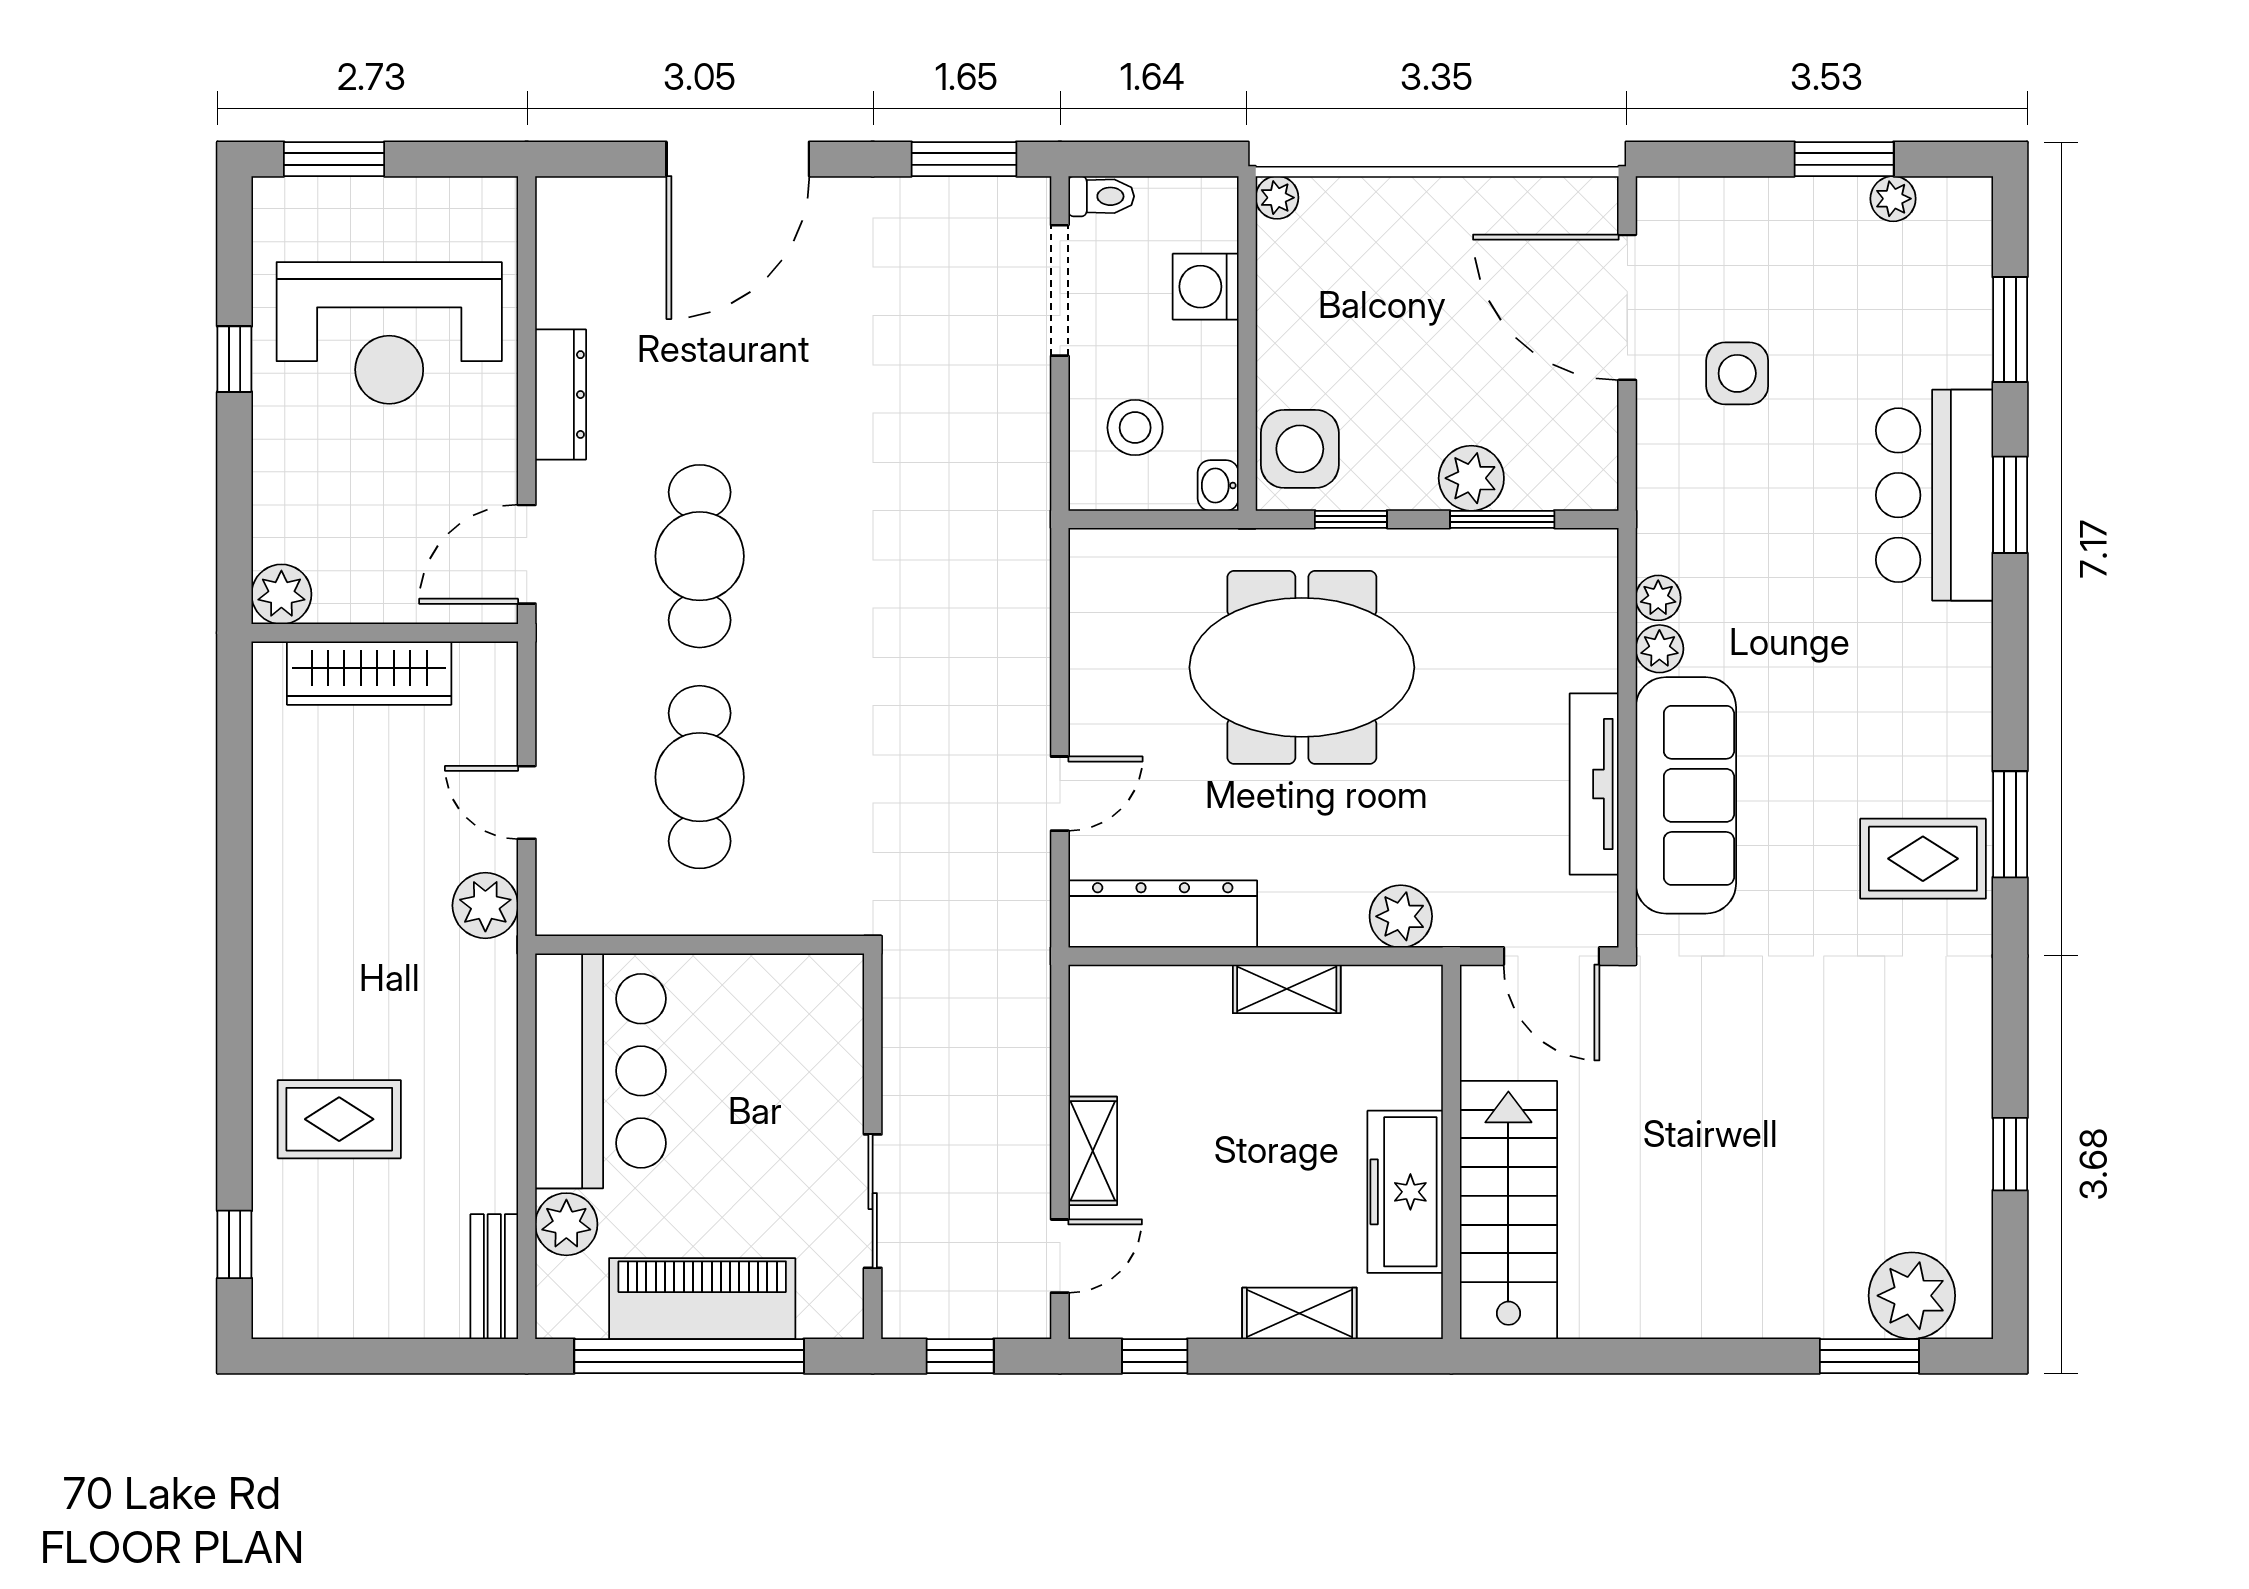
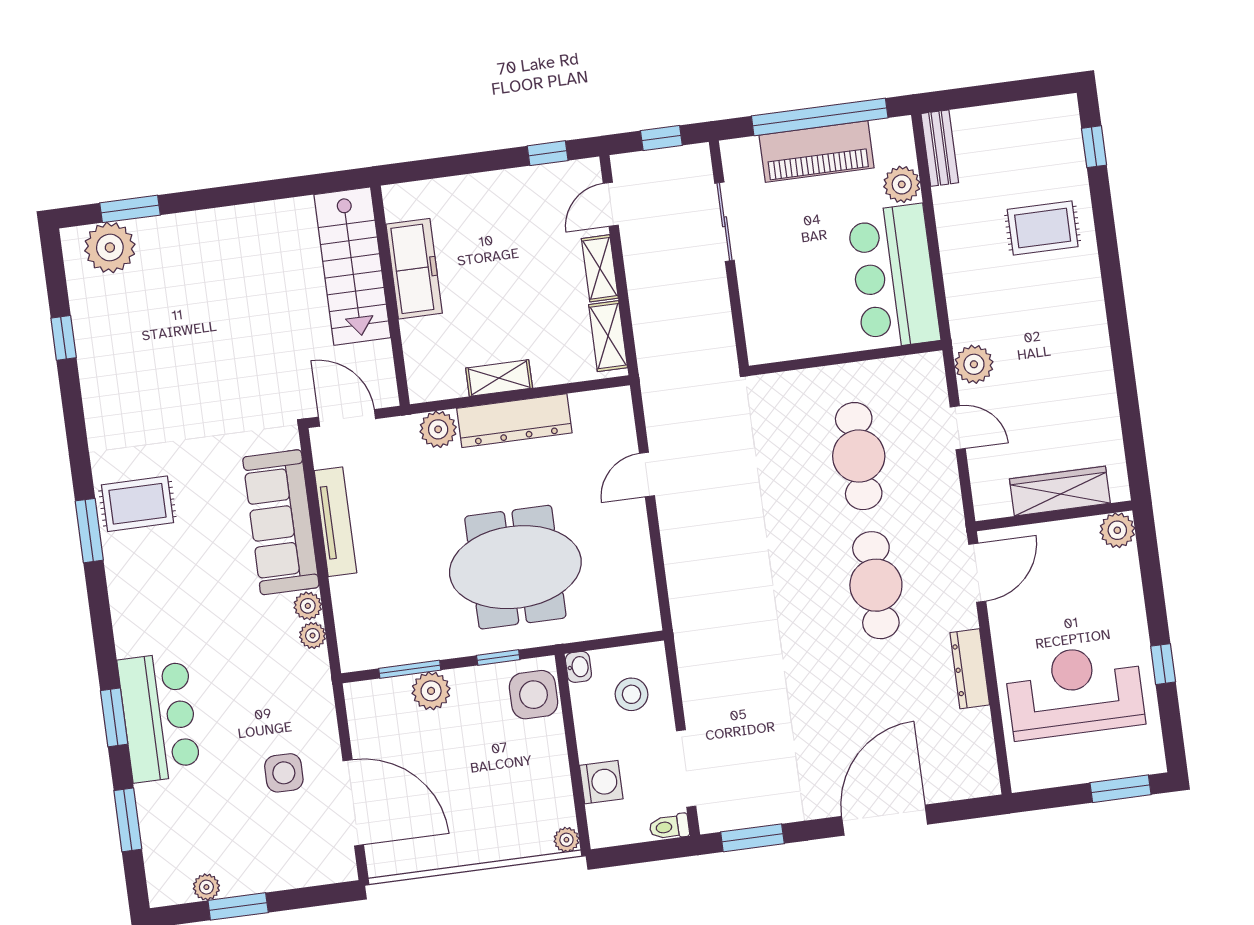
dresser: (1163, 914) -> (514, 421), moved
shelving: (1299, 1313) -> (608, 336), moved, turned 90

